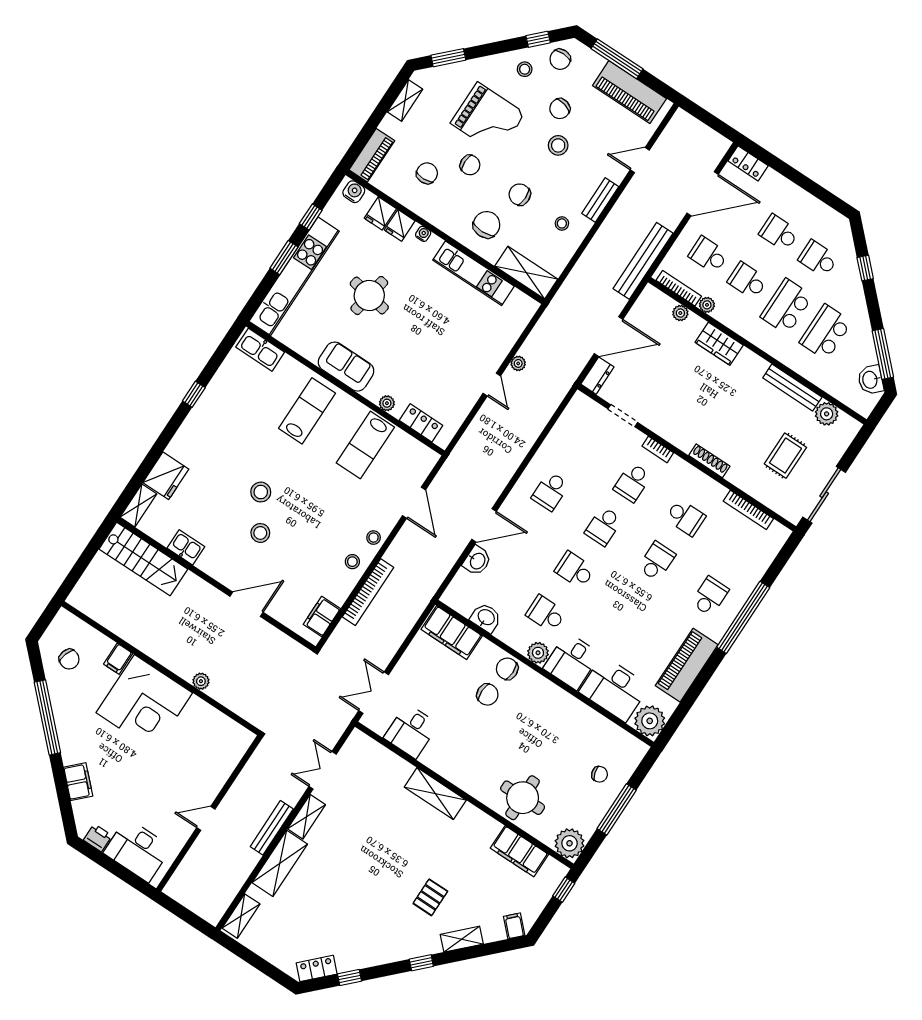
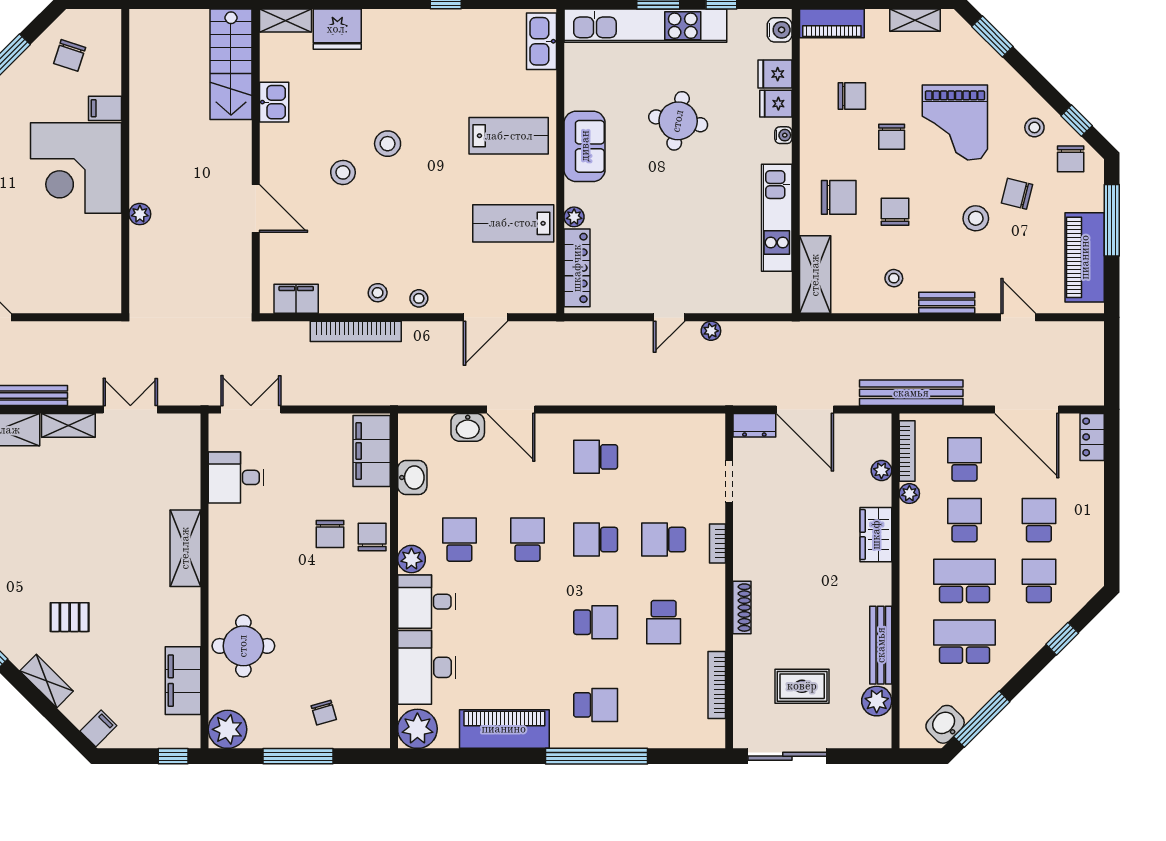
chair: (560, 59) -> (1071, 159), turned -90
locker: (421, 423) -> (577, 268), width x1.53

